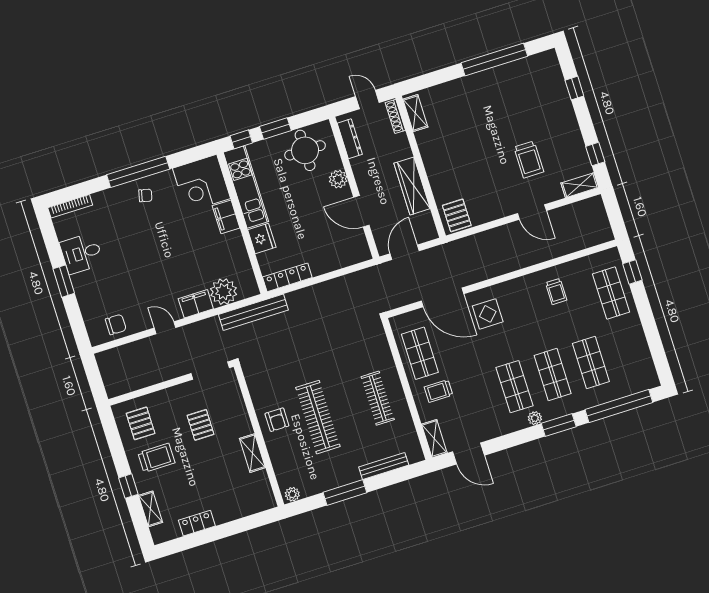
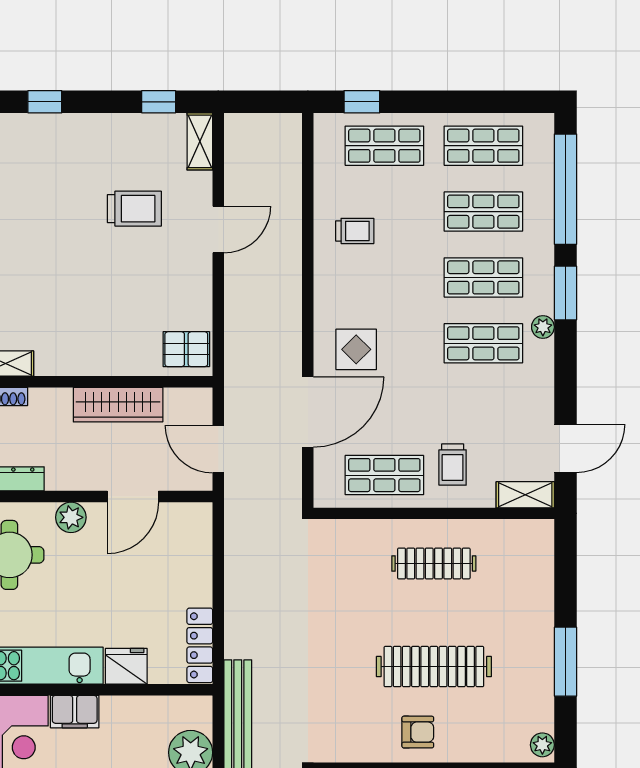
shop shelf: (629, 350) -> (483, 146), added
bench: (384, 466) -> (543, 588), removed

